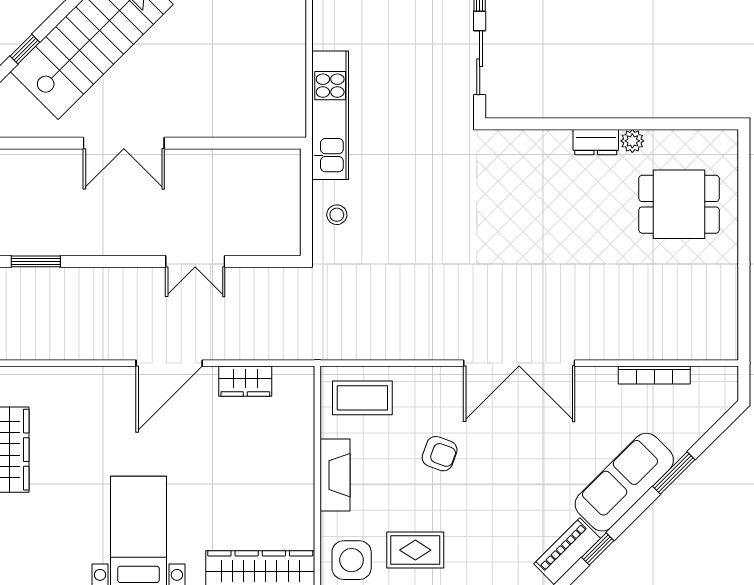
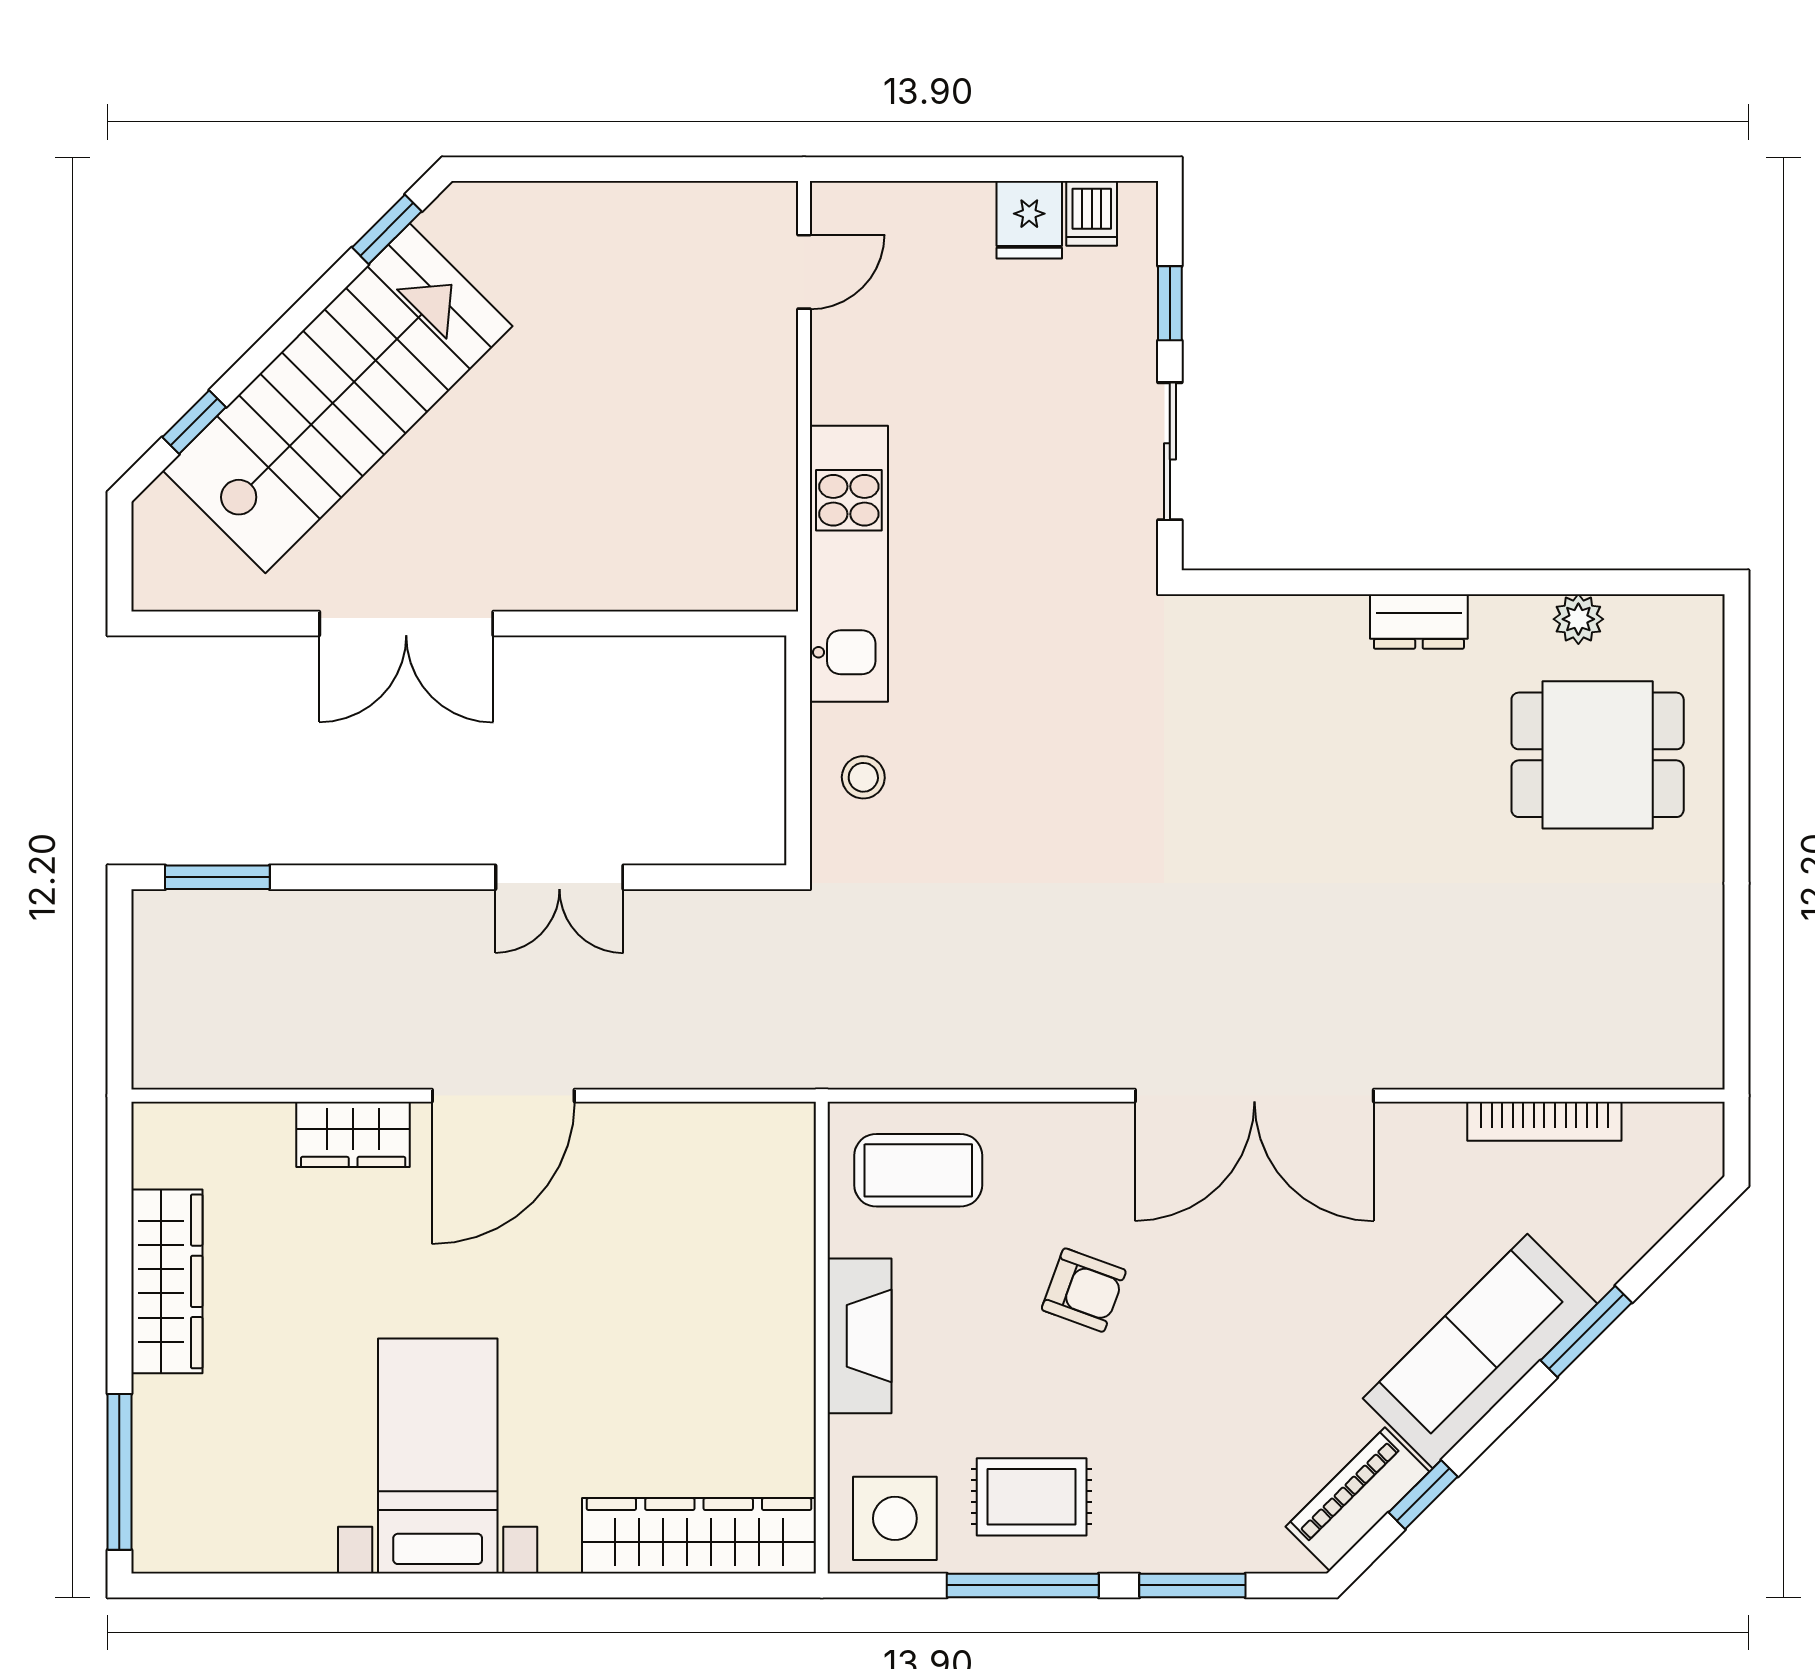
plant: (632, 141) -> (1578, 619), moved
wardrobe: (245, 381) -> (353, 1134), moved

